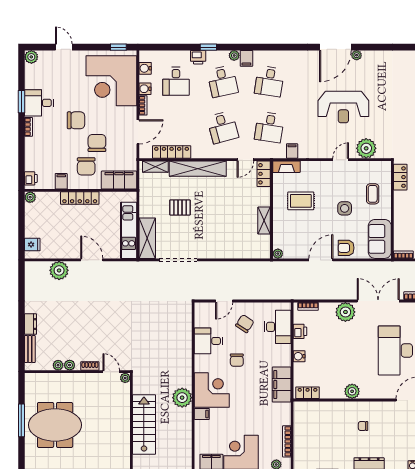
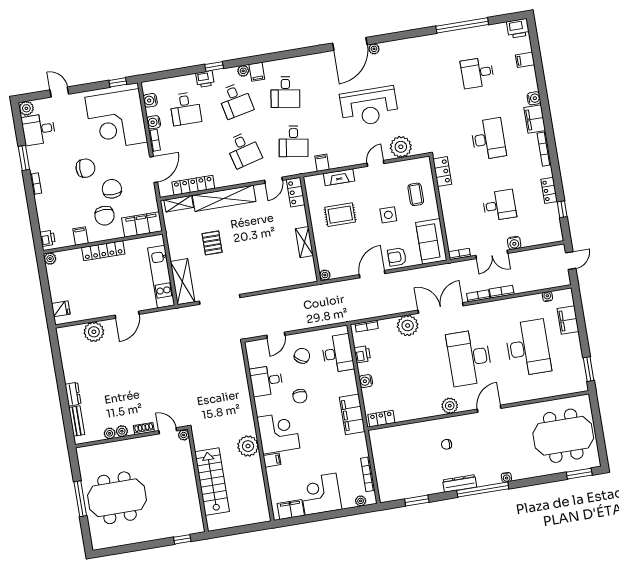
desk: (39, 103) -> (38, 129), moved
fireplace: (286, 167) -> (339, 177), moved
pallet: (180, 207) -> (212, 243), turned 90
door: (92, 260) -> (127, 315), swing flipped
plant: (352, 391) -> (450, 406), moved

